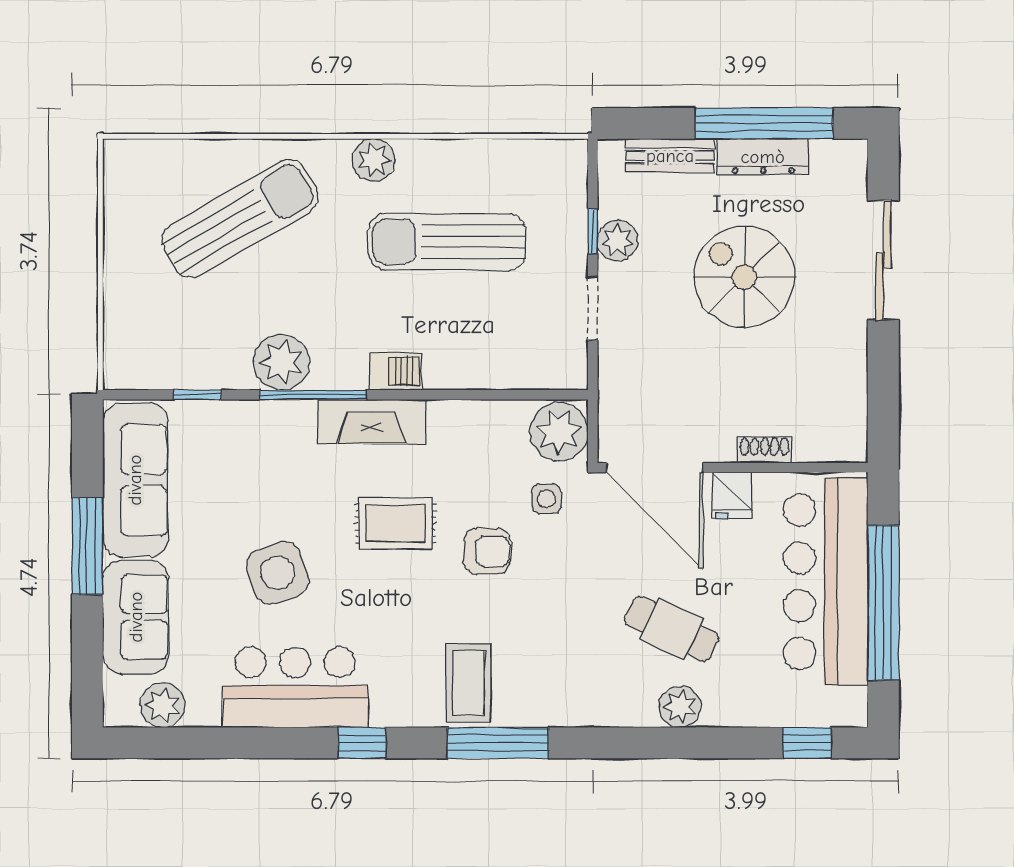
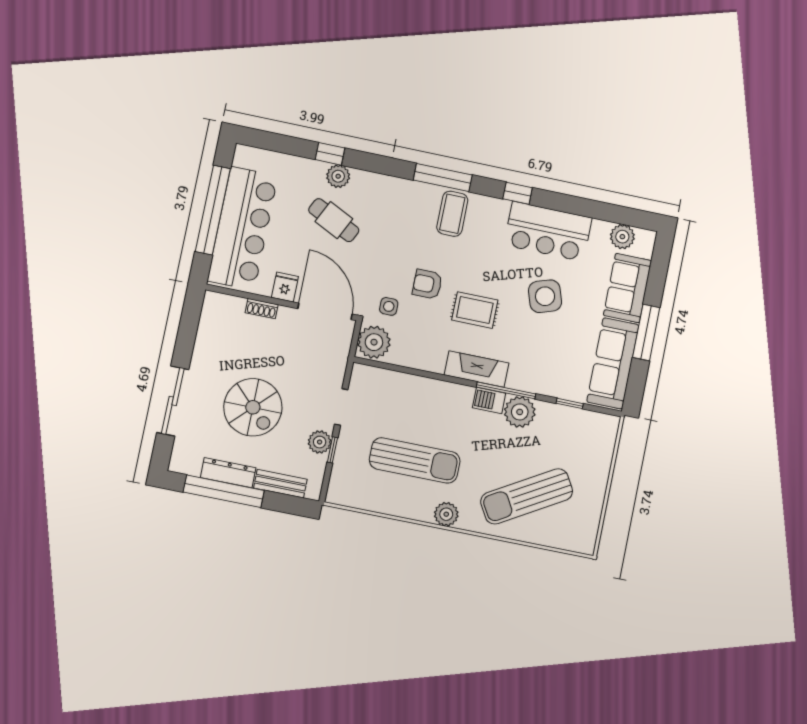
barbecue: (396, 371) -> (489, 400), moved
window: (807, 743) -> (330, 154), moved

